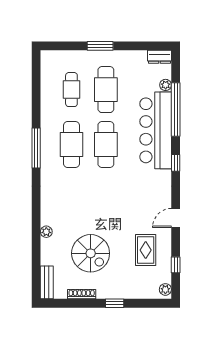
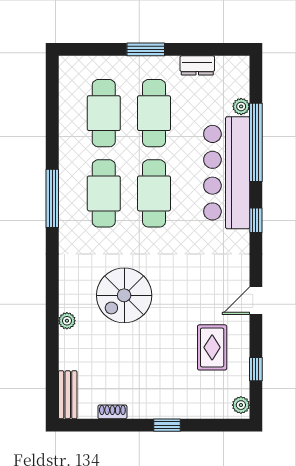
dresser: (160, 57) -> (197, 65), moved
cafe table: (71, 90) -> (104, 113), width x1.37, depth x1.35
spiral stairs: (91, 253) -> (124, 295), moved, turned 90
shoe rack: (82, 294) -> (112, 412), width x0.70

